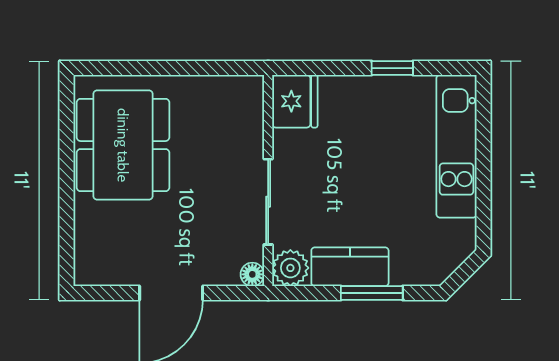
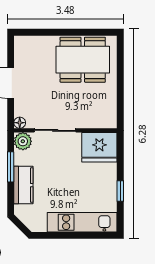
fridge: (295, 101) -> (99, 147), width x1.36, depth x1.34
kitchen counter: (350, 267) -> (23, 185), moved
window: (372, 293) -> (11, 167), moved

